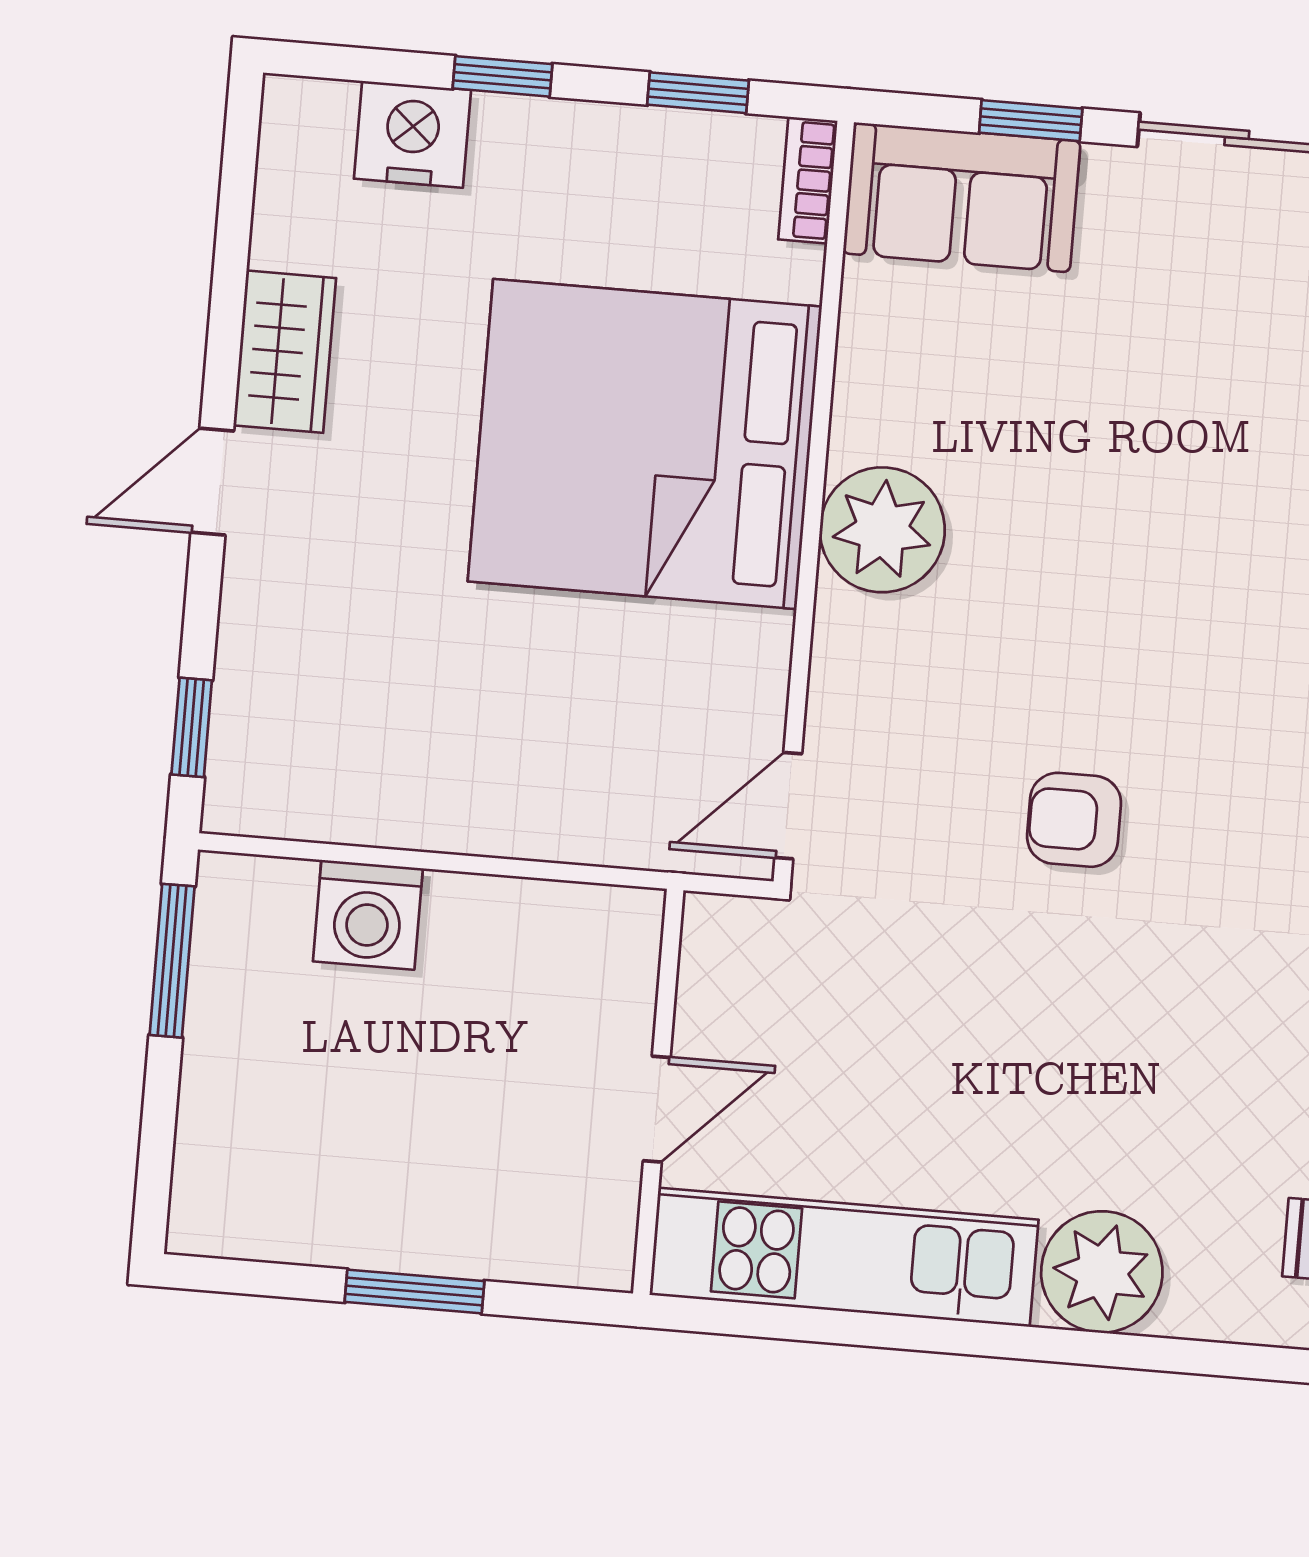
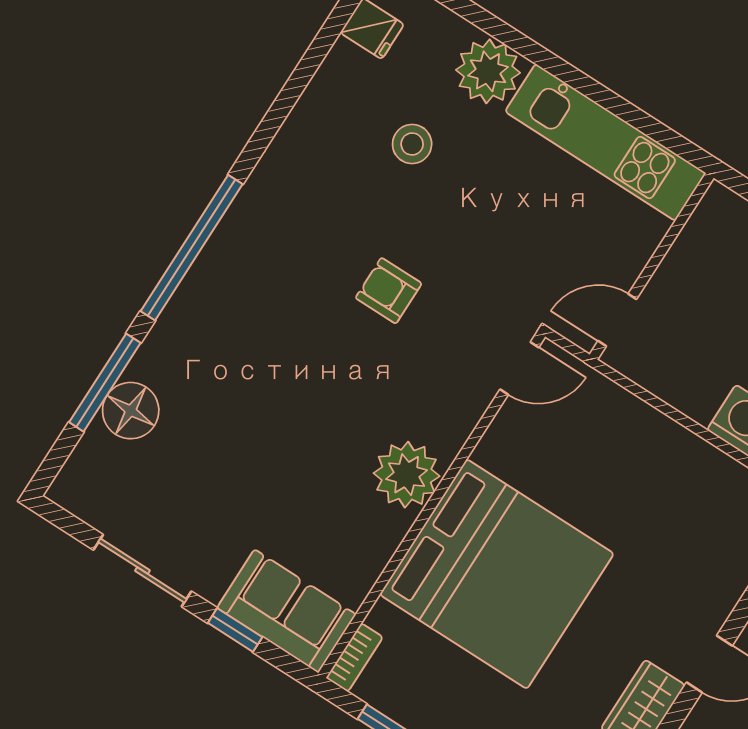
armchair: (1074, 820) -> (389, 291), turned 180
stool: (1164, 1084) -> (412, 144), added
door: (657, 1109) -> (617, 320), moved

